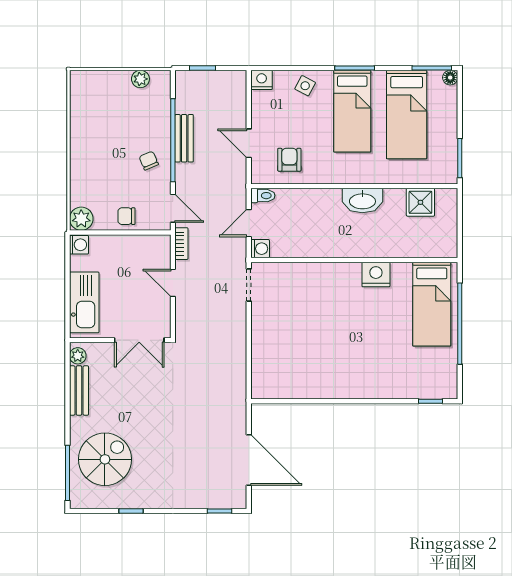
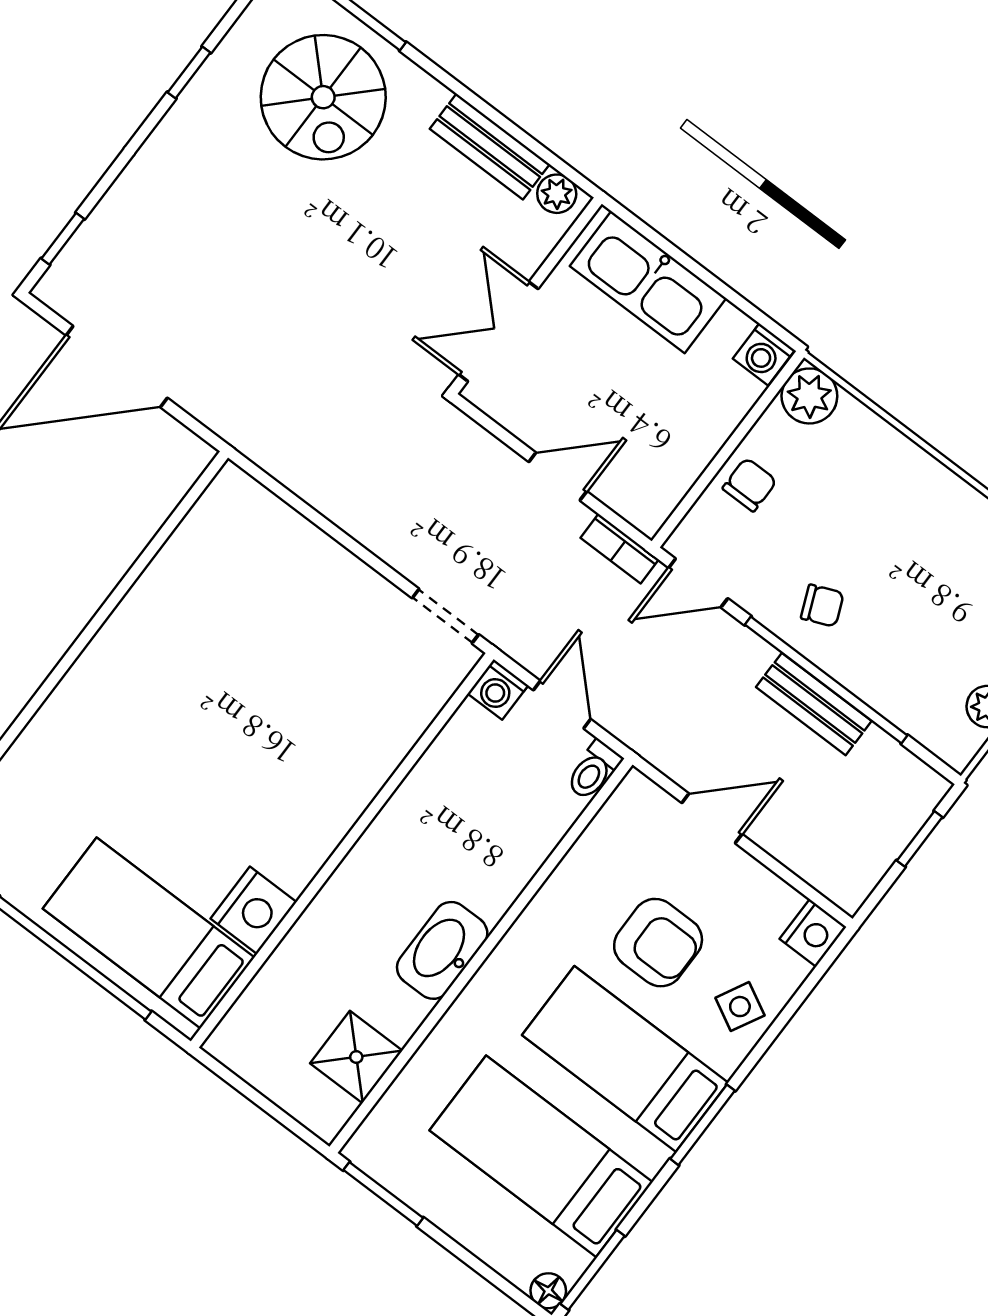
armchair: (289, 160) -> (658, 943), moved, width x1.38, depth x1.38
nightstand: (376, 275) -> (254, 910), moved

